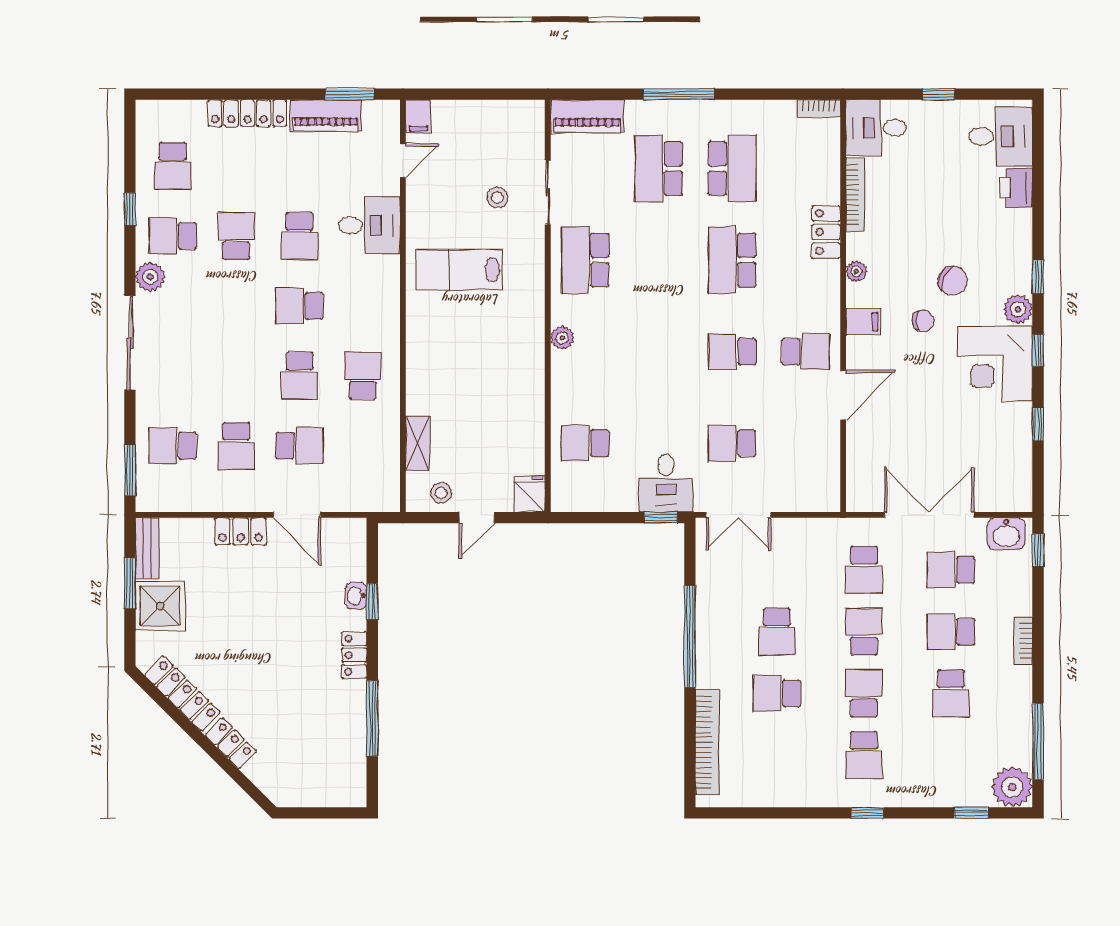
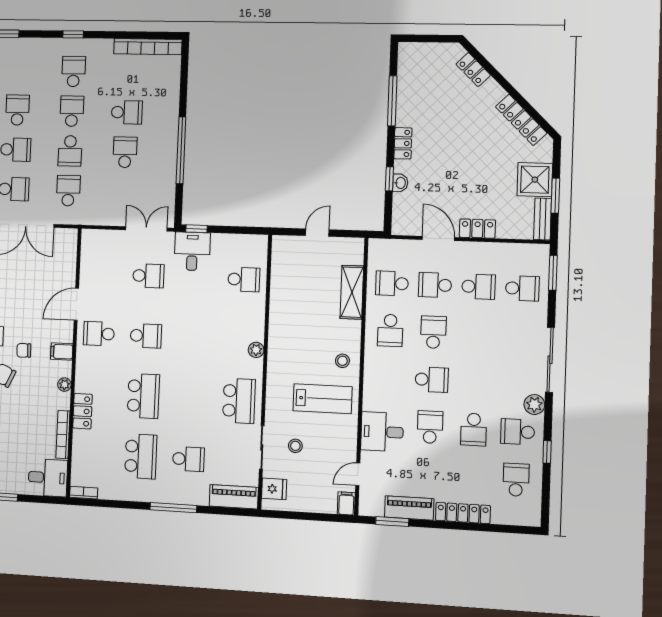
school desk: (659, 169) -> (188, 459), width x0.54
school desk: (732, 169) -> (141, 456), turned 180
school desk: (173, 236) -> (518, 432), turned 180
shelving: (418, 444) -> (352, 292), width x1.50, depth x1.33
school desk: (236, 446) -> (478, 287), turned 90
school desk: (363, 446) -> (392, 283), added
stool: (441, 493) -> (342, 361), moved
fridge: (530, 494) -> (274, 489), moved, turned -90
school desk: (864, 693) -> (72, 111), turned 180
bookcase: (707, 742) -> (148, 47), moved, turned -90
locker: (231, 743) -> (473, 70), moved

